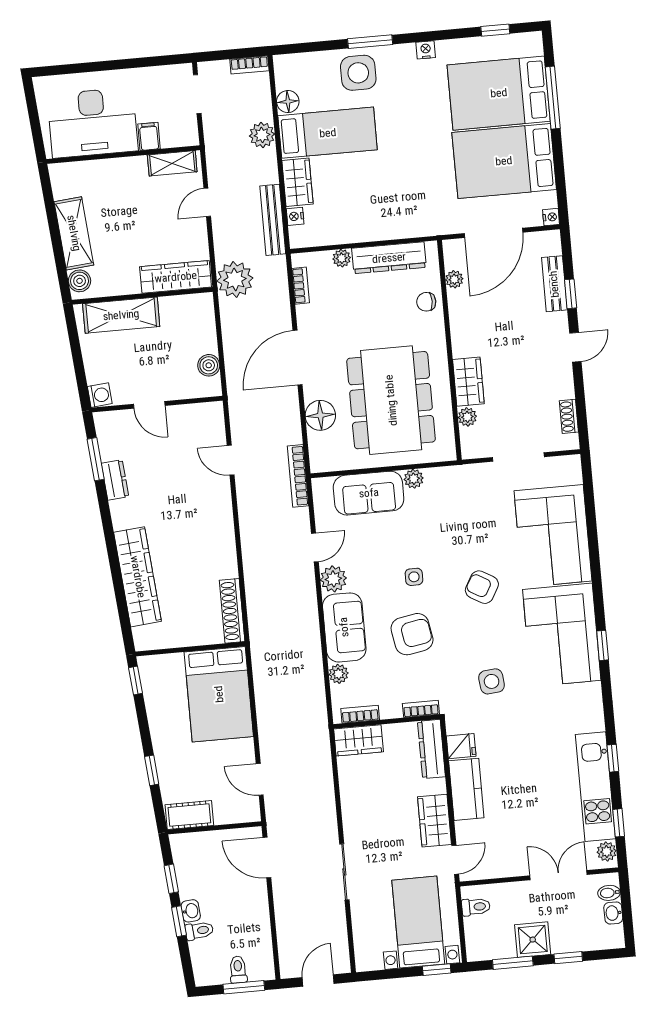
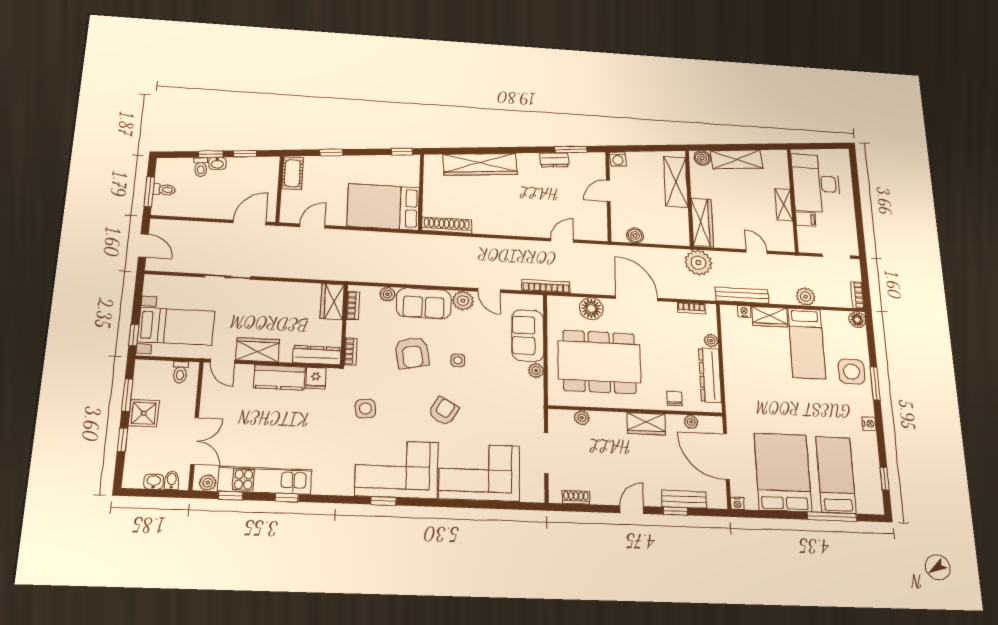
bed: (499, 93) -> (836, 475), width x0.67
floor lamp: (288, 102) -> (857, 320), moved
shelving: (172, 163) -> (784, 205), moved
door: (575, 347) -> (632, 510), swing flipped
wardrobe: (468, 382) -> (646, 424), moved

